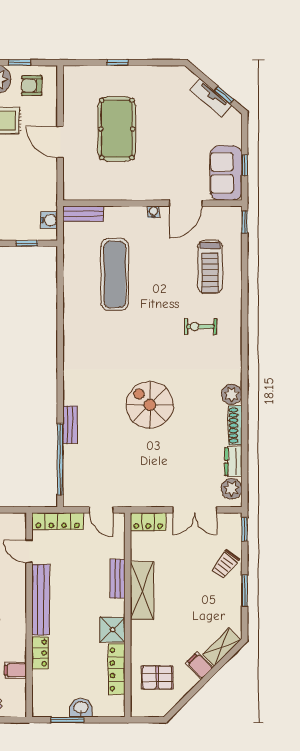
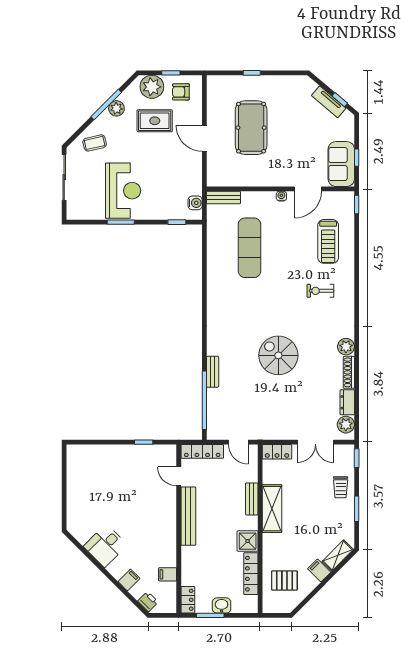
trolley: (225, 565) -> (341, 487), turned -37
locker: (40, 653) -> (188, 600), moved

